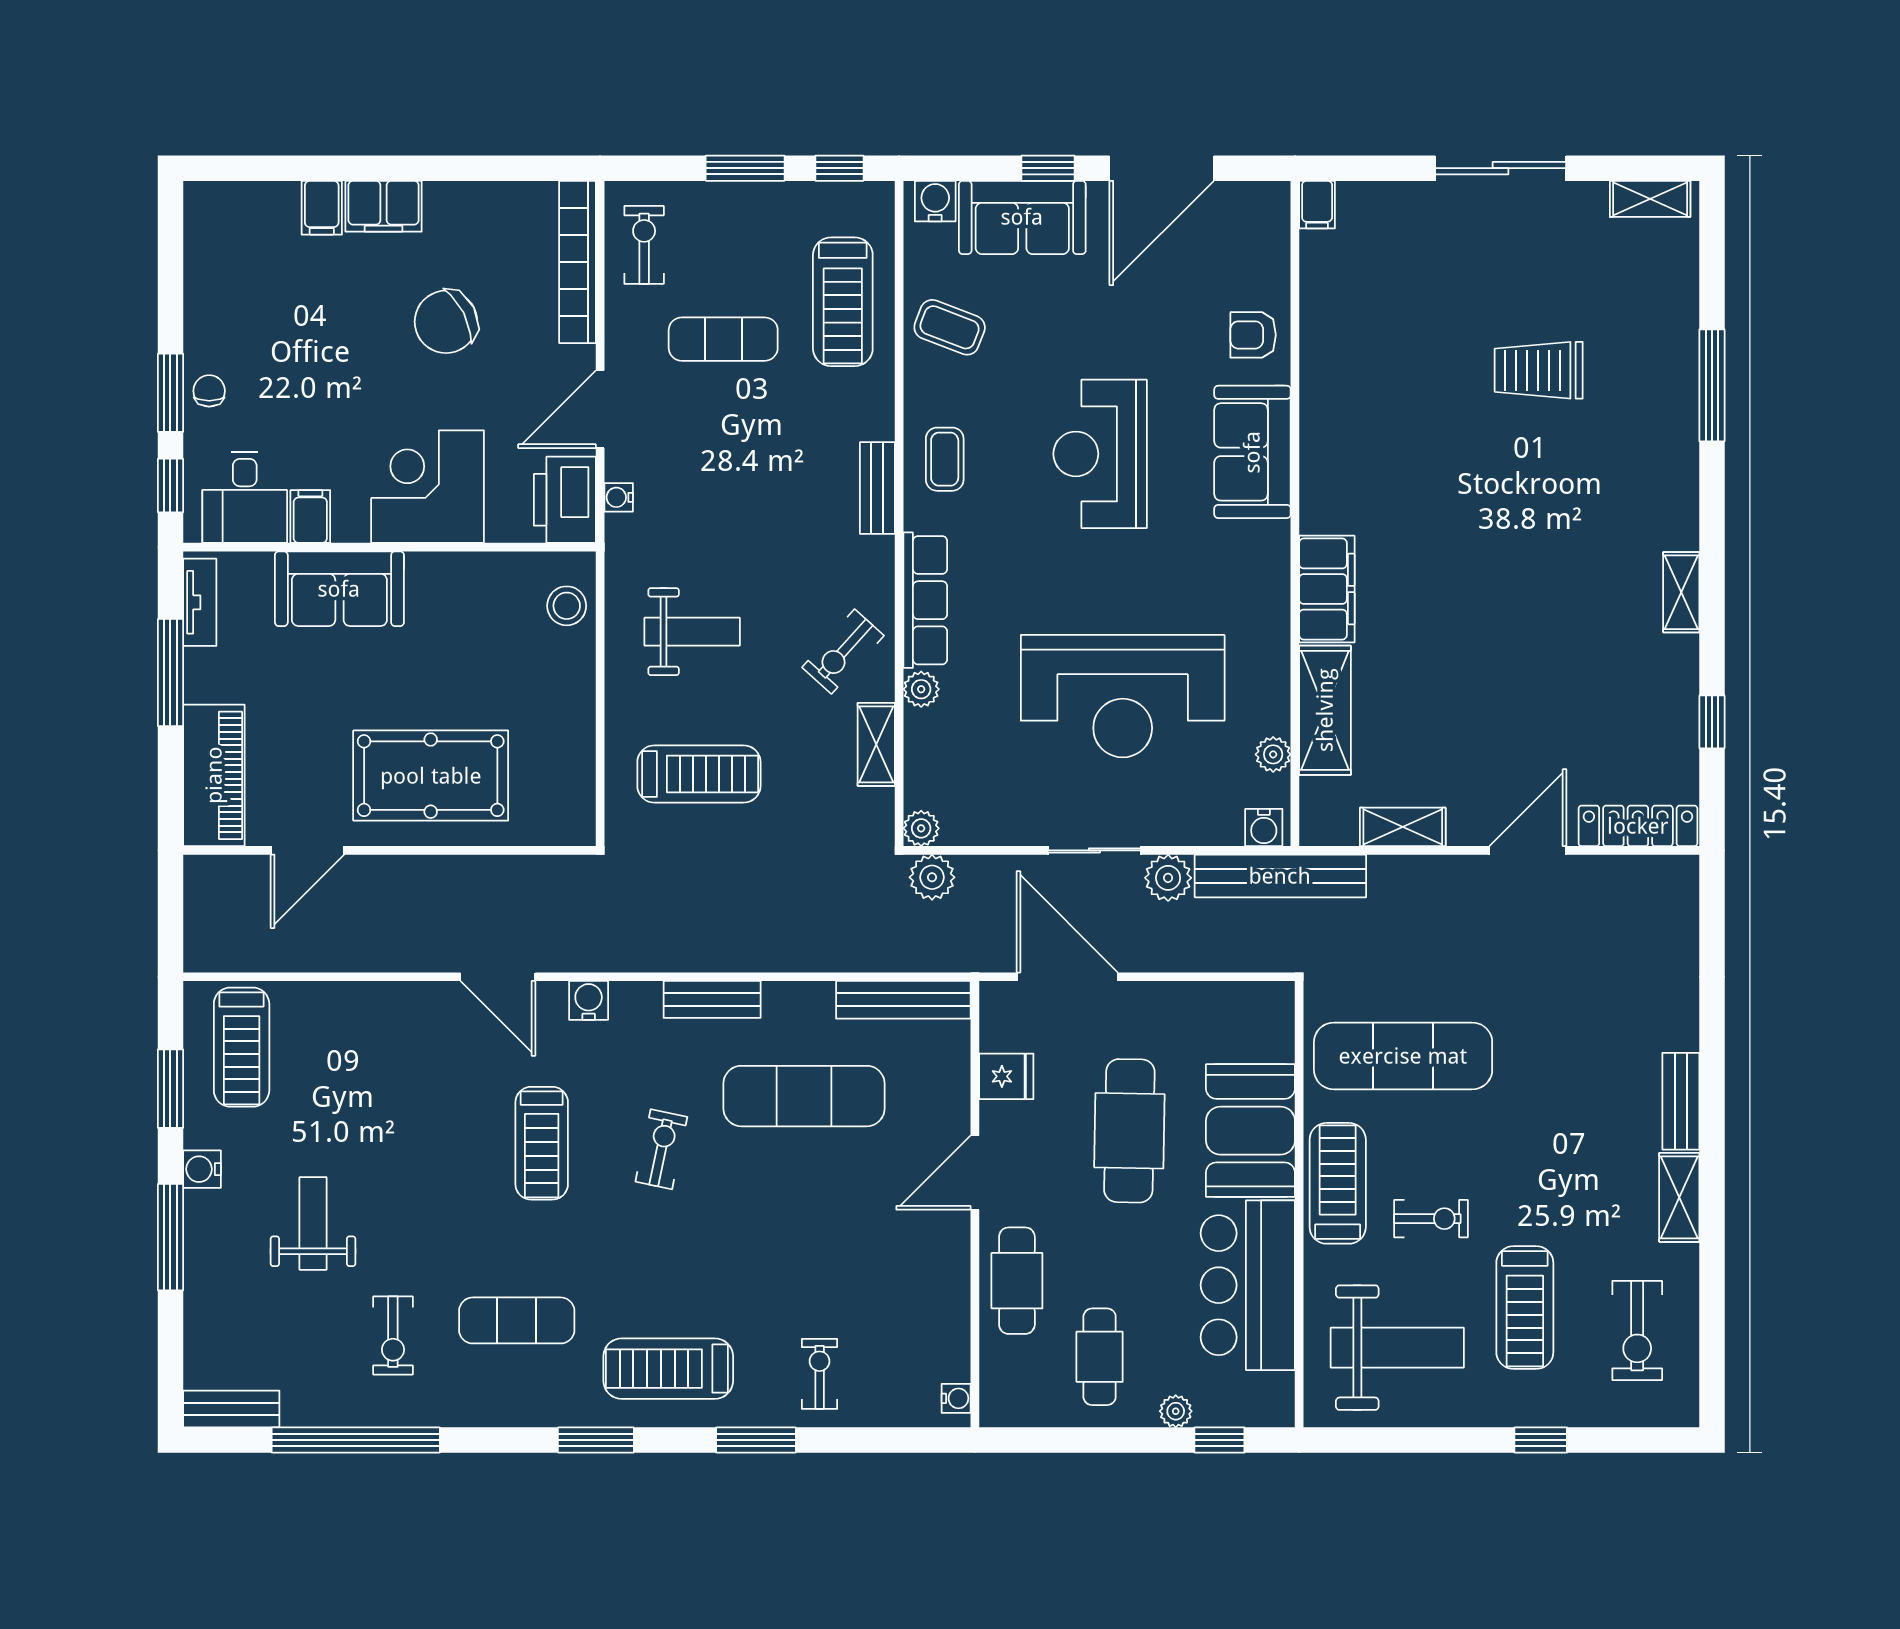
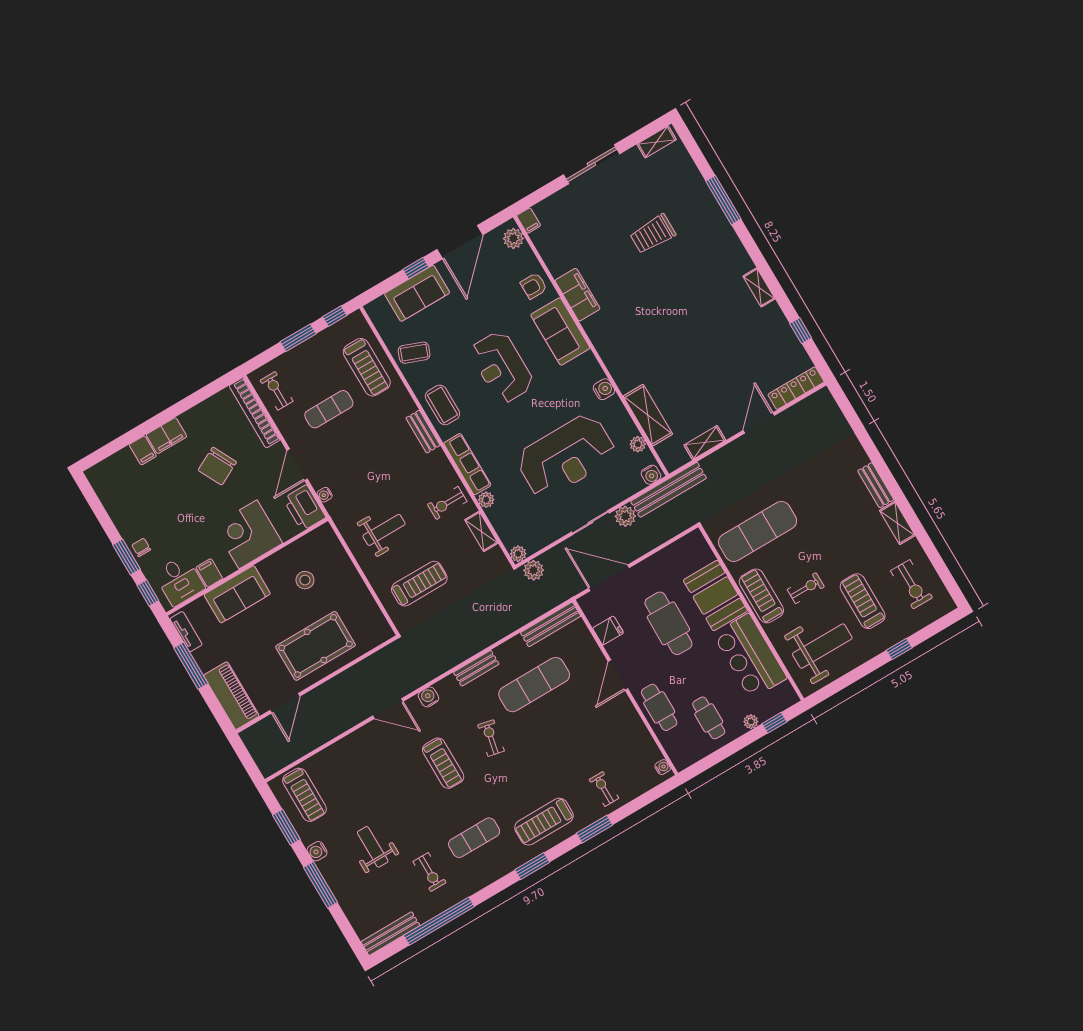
water cooler: (935, 201) -> (604, 389), moved, turned 90
plant: (1268, 221) -> (513, 238), added
coffee table: (945, 459) -> (442, 405), width x1.36, depth x1.30
filing cabinet: (1327, 589) -> (578, 295), moved
stool: (567, 606) -> (305, 580), moved
exercise bike: (843, 651) -> (447, 503), turned 48
treadmill: (1525, 1308) -> (863, 601), turned 180
bench: (231, 1409) -> (390, 934), width x1.36

